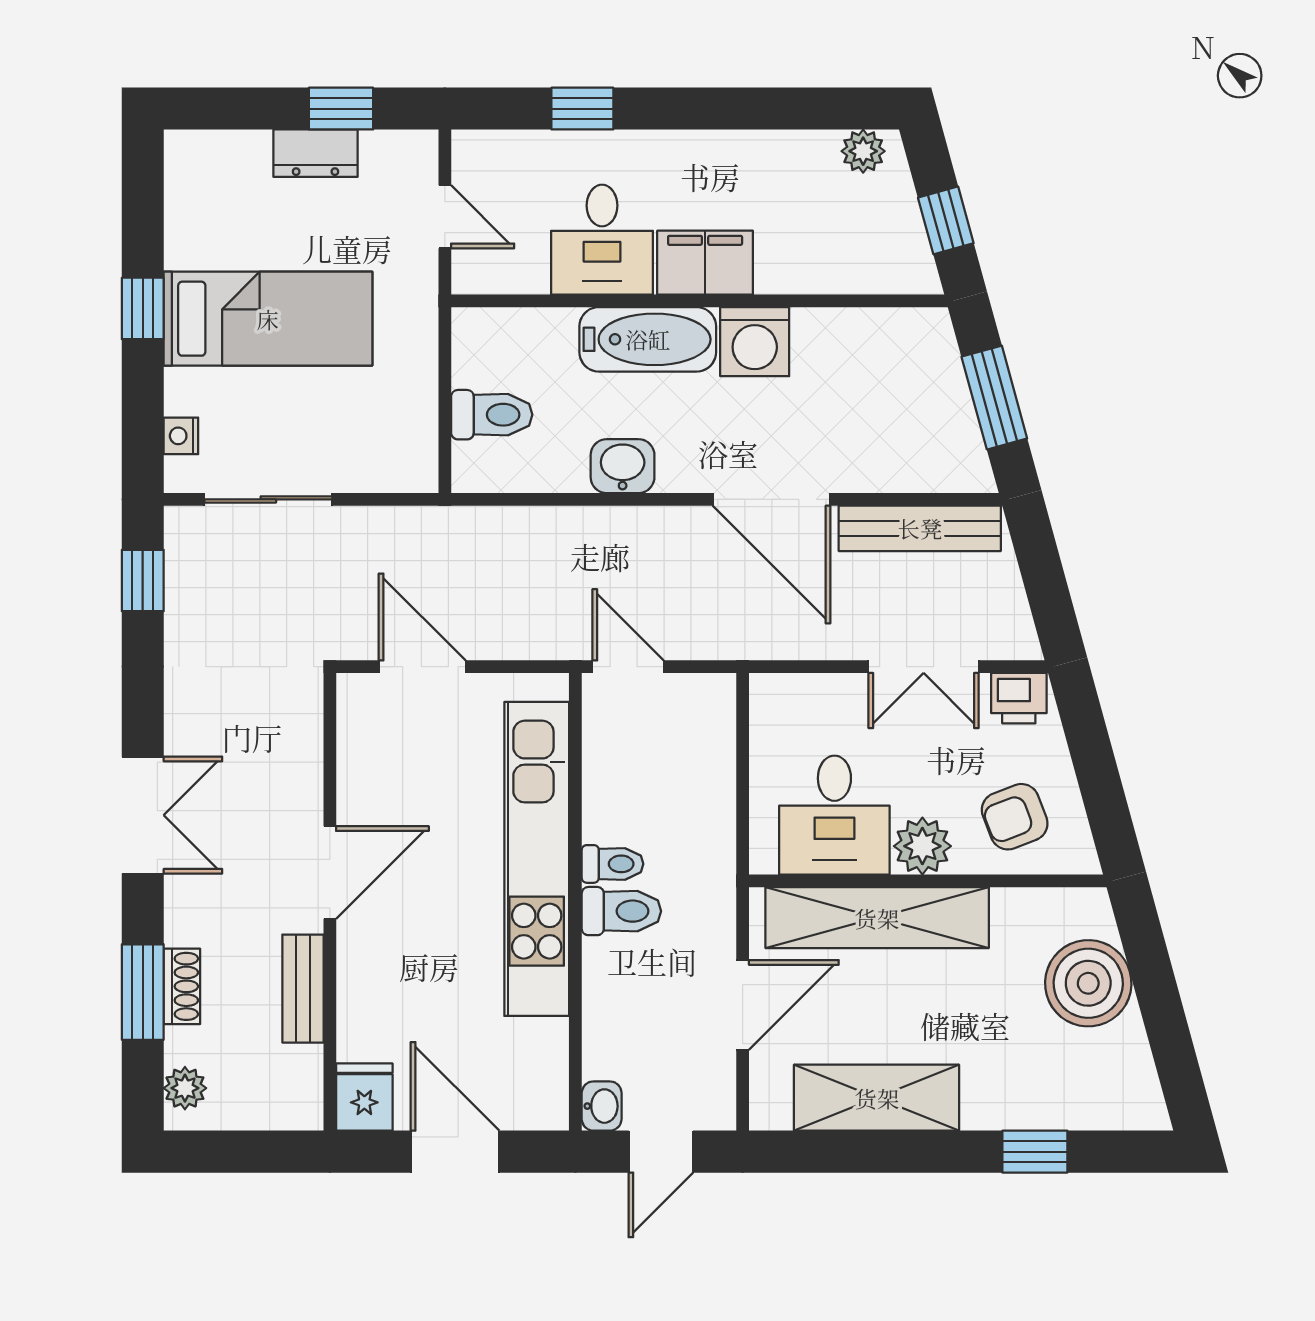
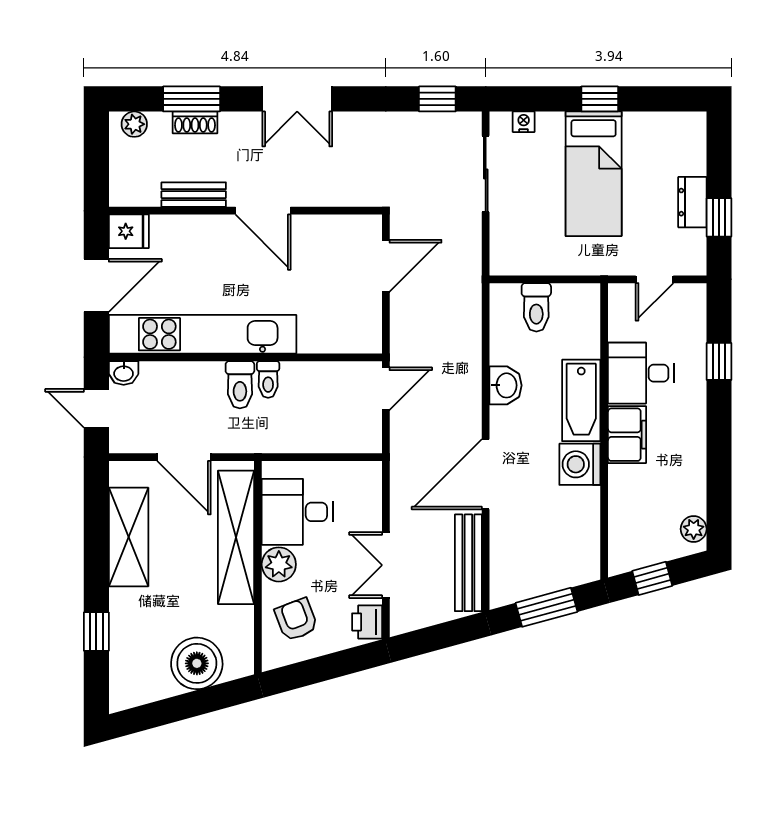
kitchen unit: (537, 859) -> (203, 334), moved

